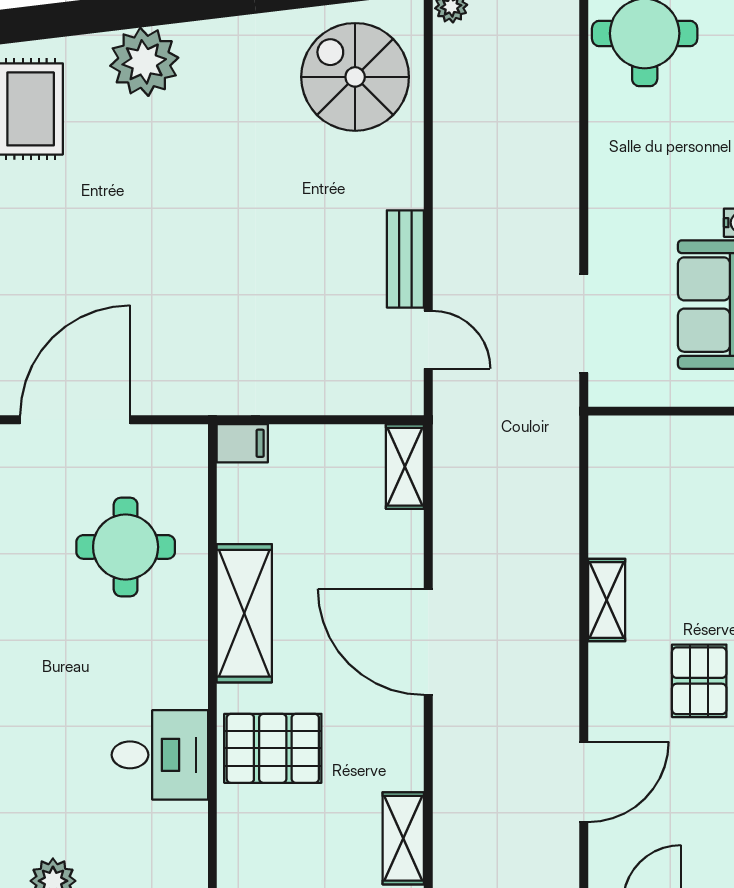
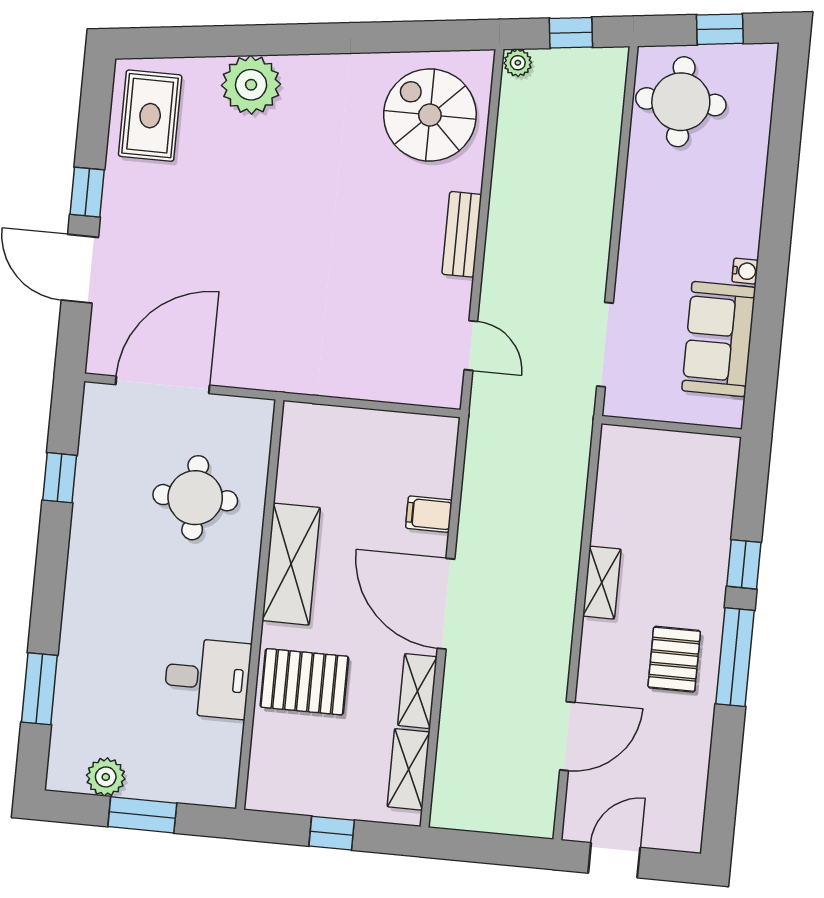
bench: (405, 259) -> (462, 234), moved
filing cabinet: (242, 443) -> (429, 514), moved, turned 180
shelving: (405, 467) -> (417, 691), moved

